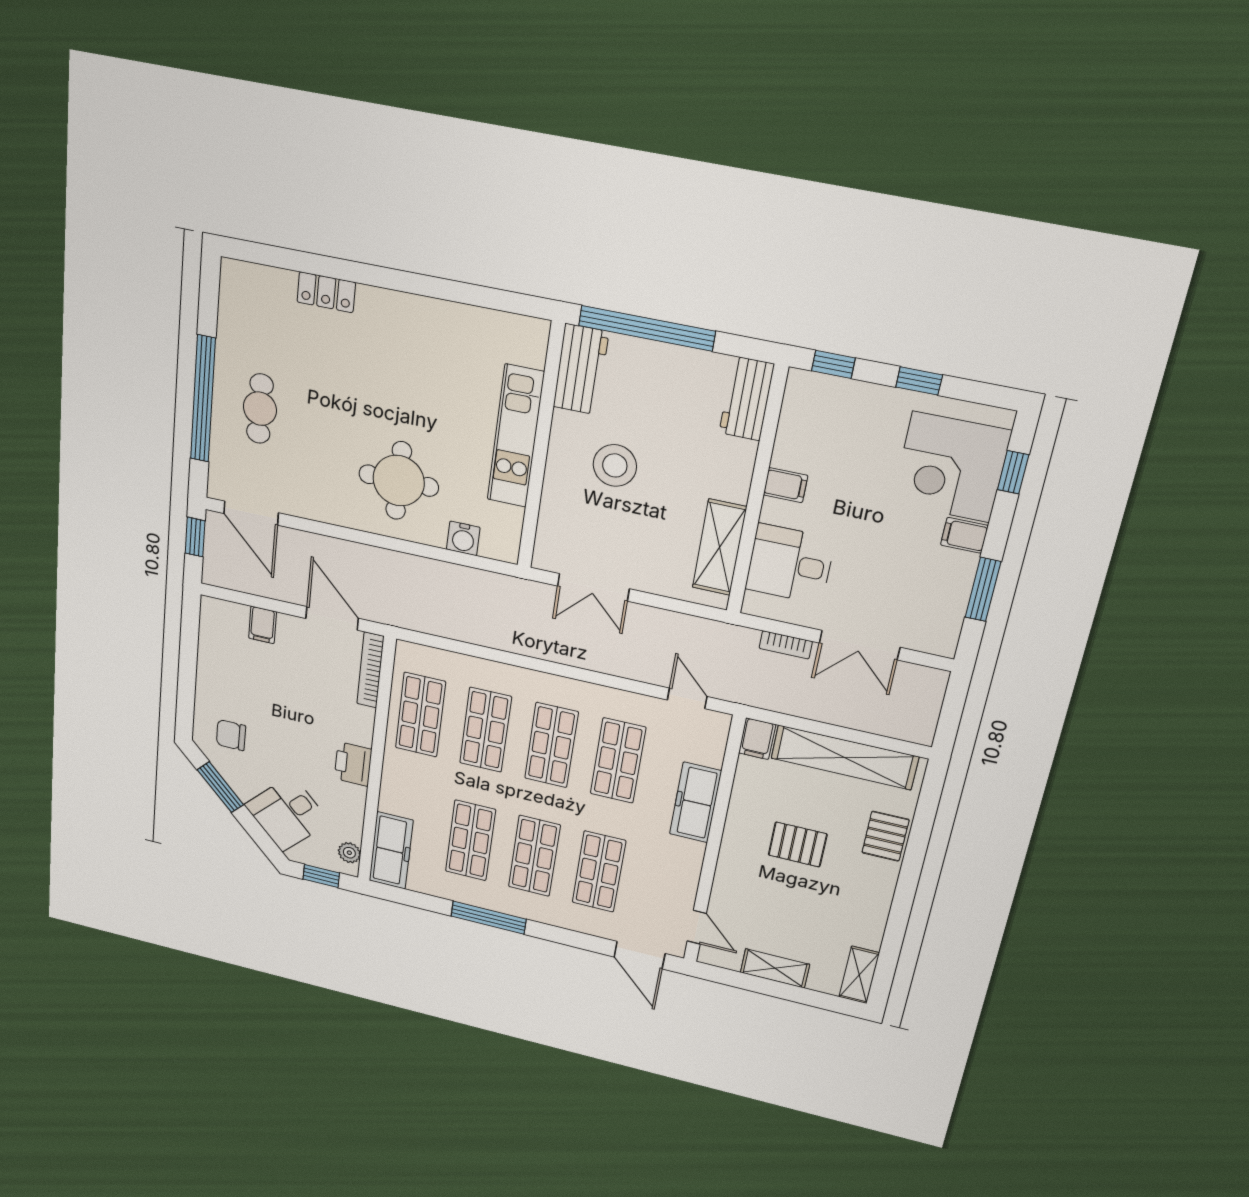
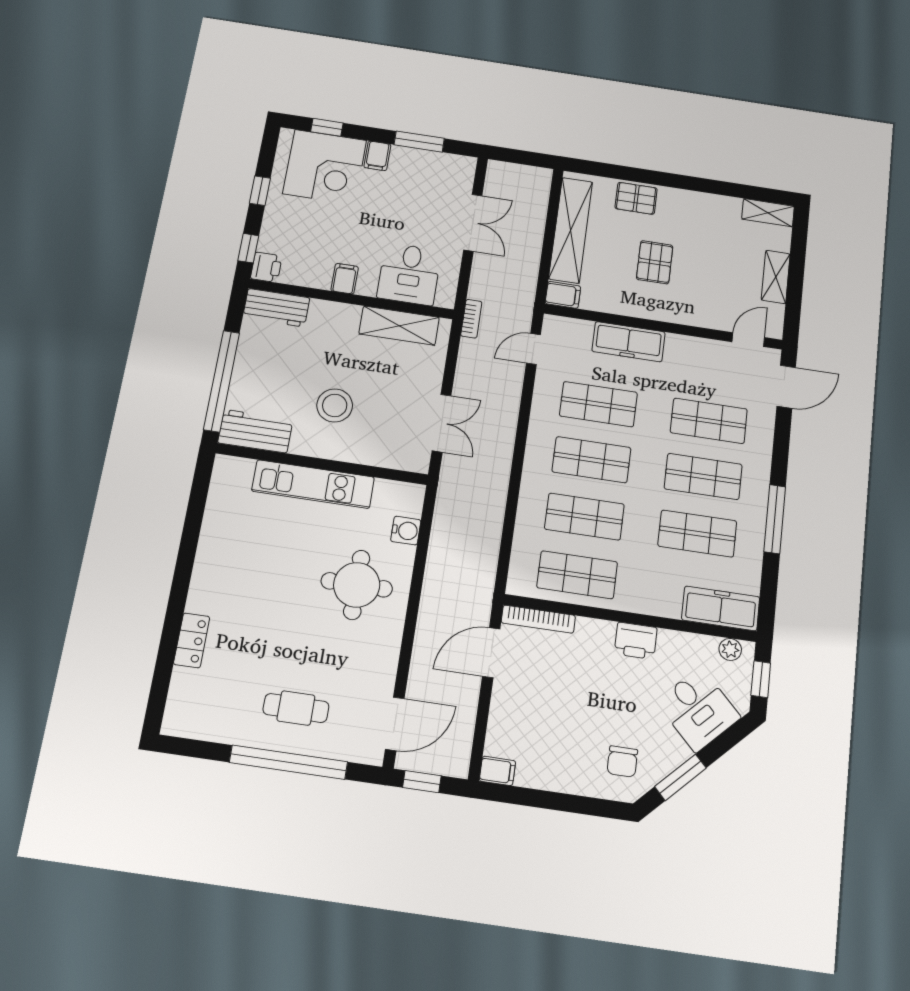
printer: (805, 387) -> (266, 267), added
filing cabinet: (263, 625) -> (497, 771), moved
bookcase: (786, 645) -> (471, 319), moved

